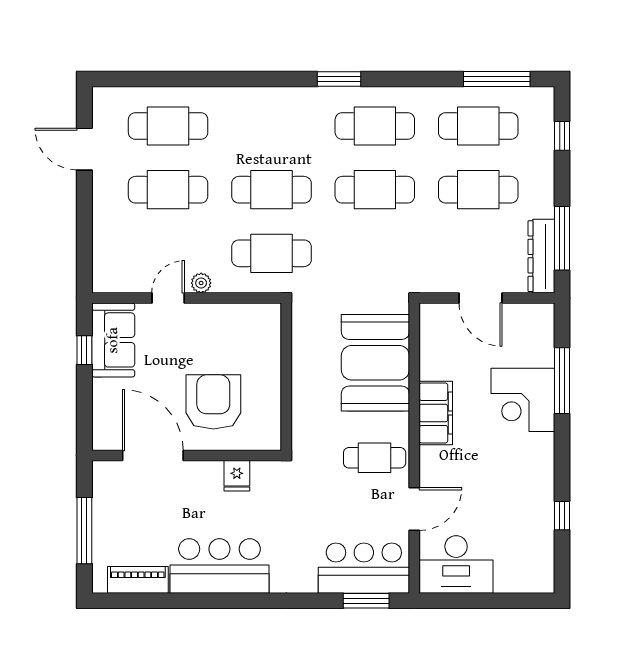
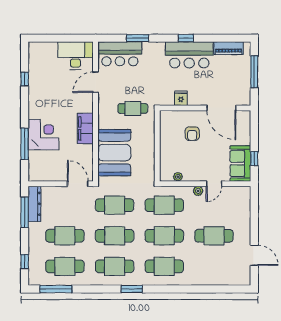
cafe table: (168, 126) -> (164, 266), moved
cafe table: (375, 253) -> (115, 205), added
door: (480, 298) -> (78, 184), moved
plant: (243, 312) -> (178, 177), added
armchair: (213, 402) -> (192, 134), width x0.53, depth x0.53
cafe table: (375, 458) -> (133, 108), moved
window: (226, 601) -> (186, 38), added
window: (366, 601) -> (138, 38), moved

